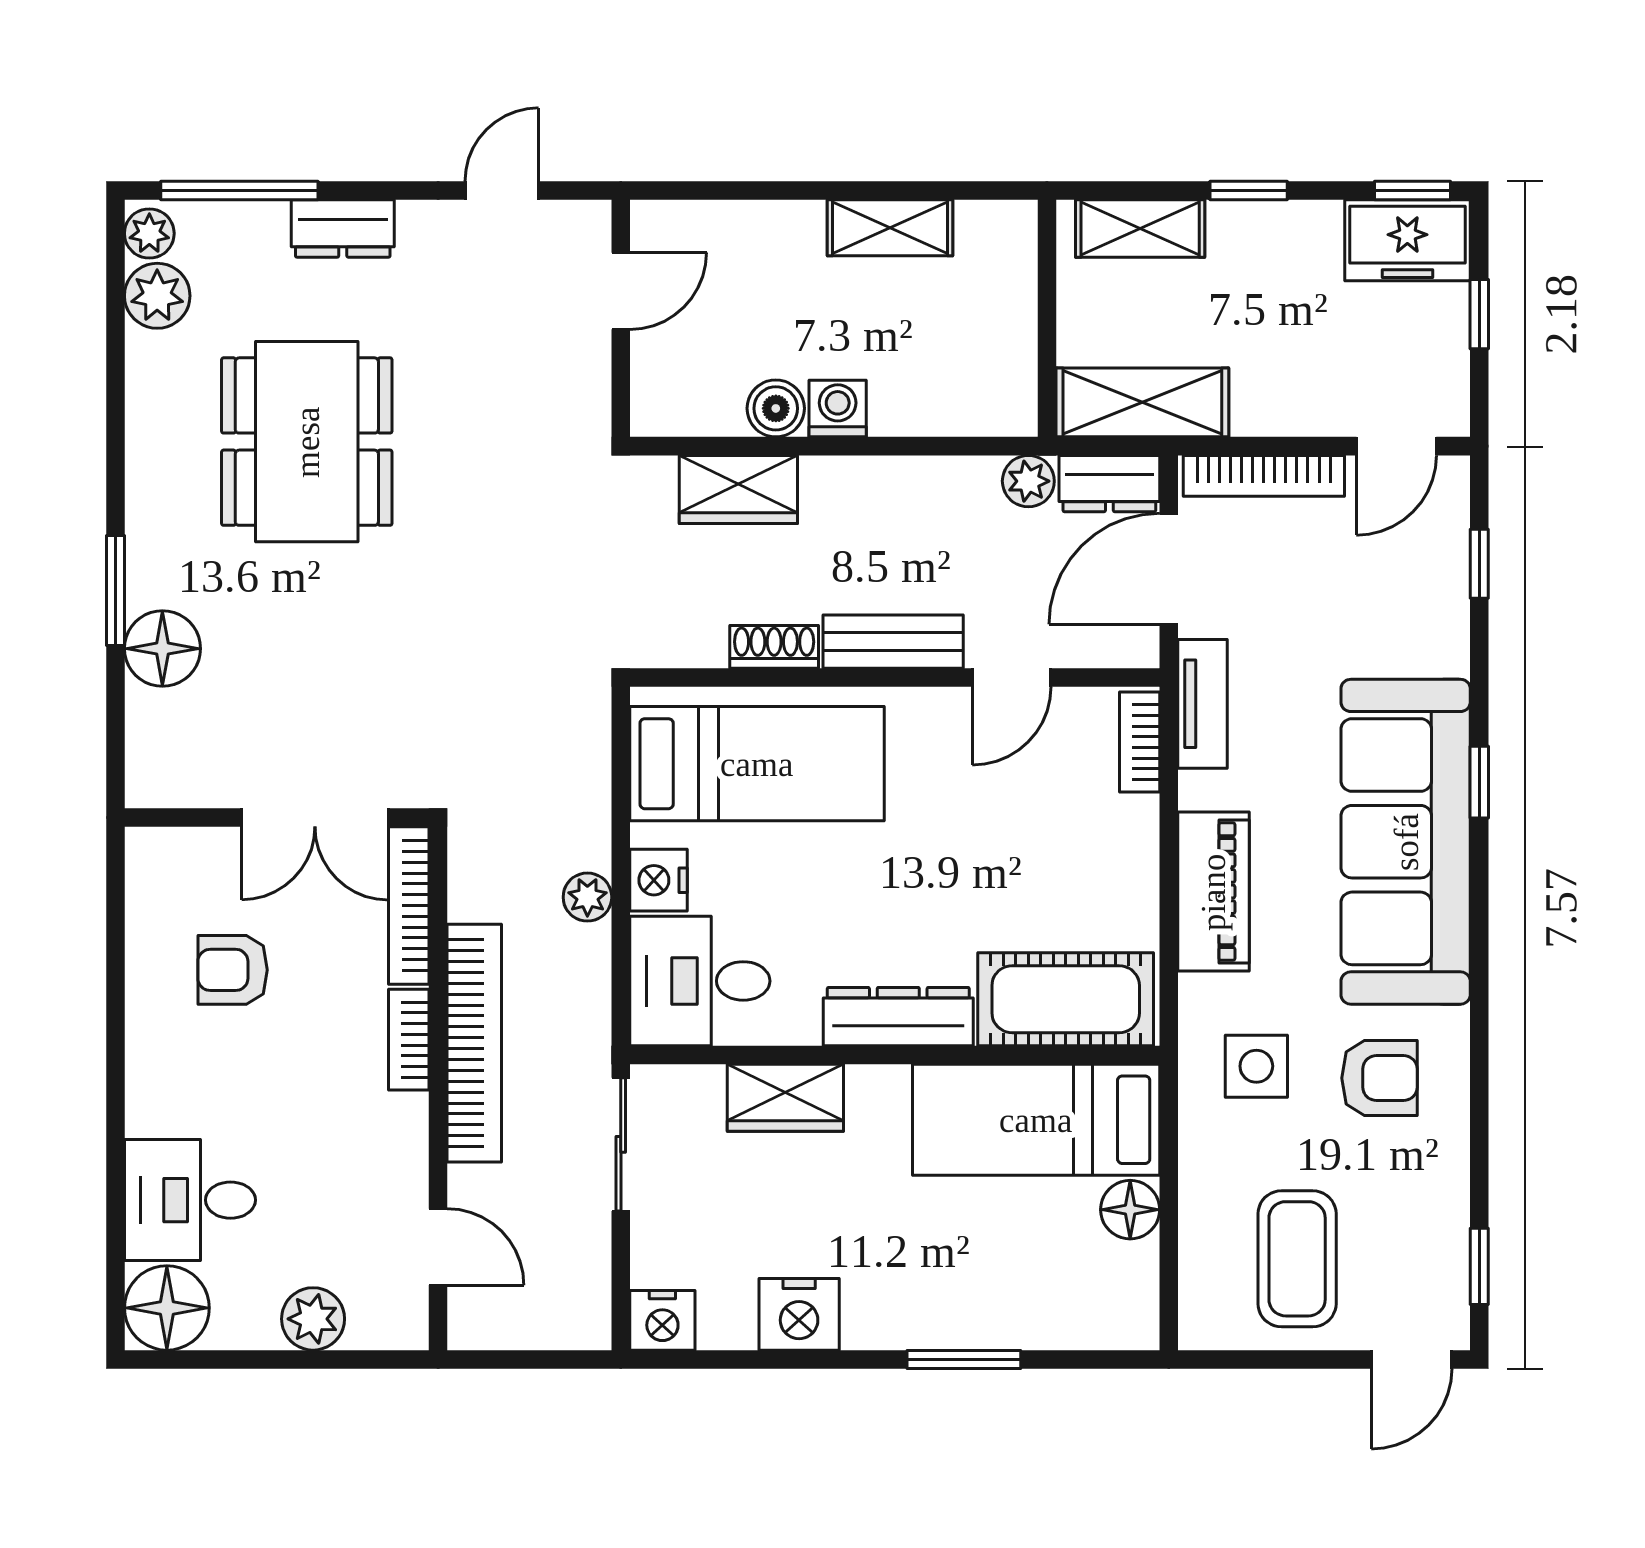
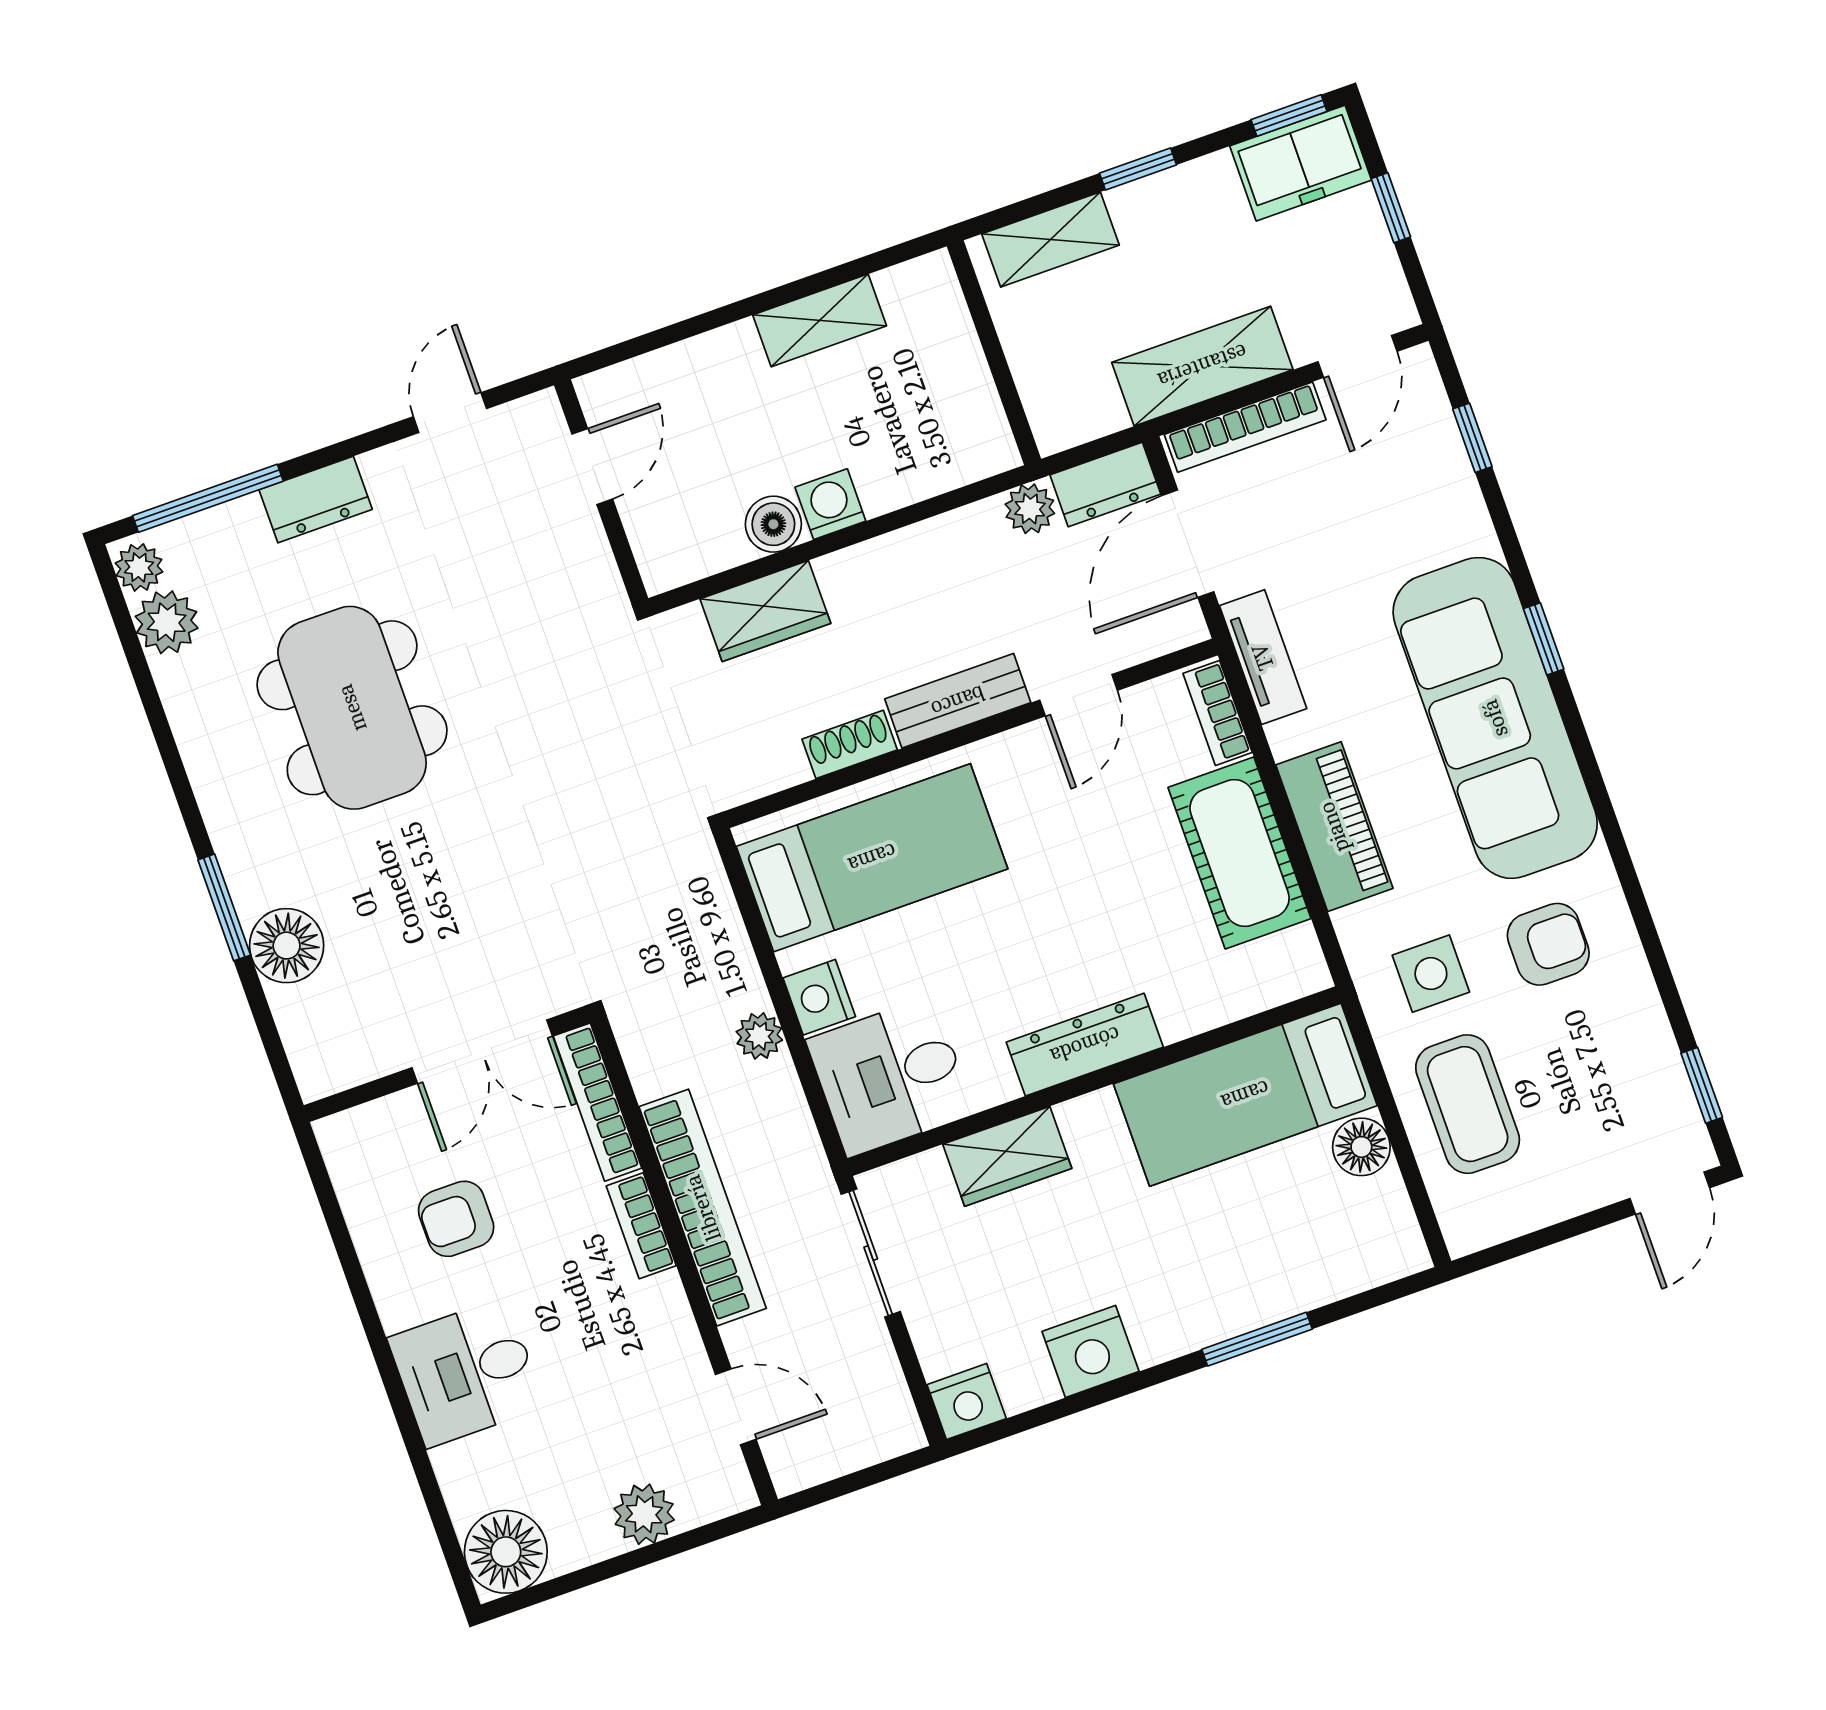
shelving: (1142, 402) -> (1202, 366), moved
cot: (1066, 999) -> (1240, 853), moved, turned 90
desk: (190, 1200) -> (466, 1372), moved
coffee table: (1297, 1259) -> (1468, 1104), moved

